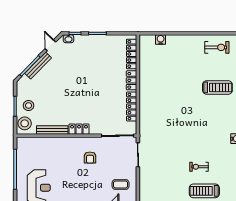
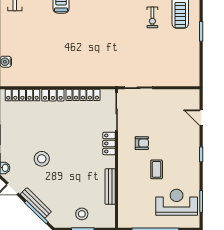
stool: (25, 123) -> (42, 159), moved
locker: (79, 129) -> (109, 143), moved
coffee table: (121, 185) -> (157, 169), moved

